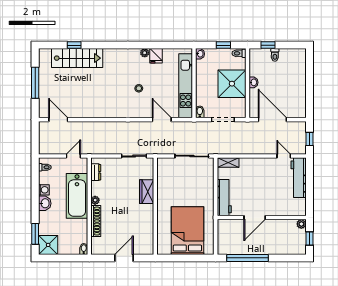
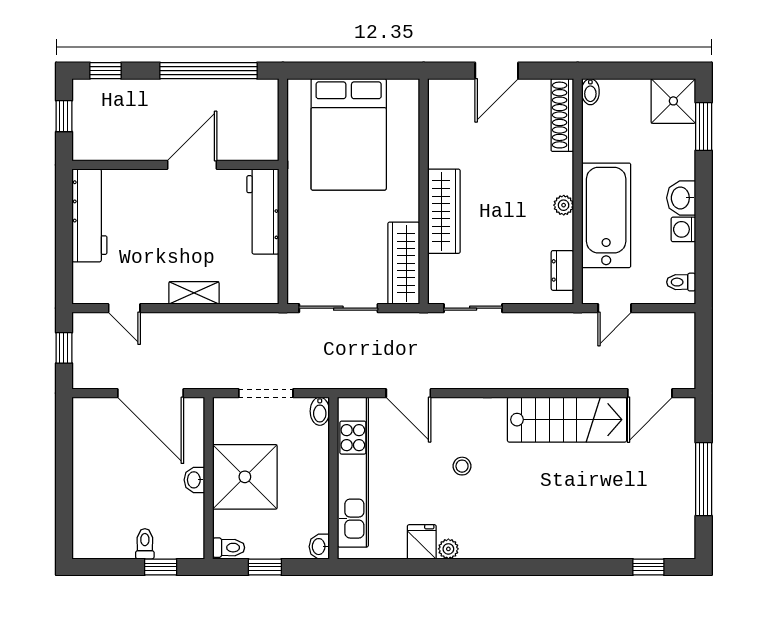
window: (74, 45) -> (648, 567), moved
stairs: (77, 58) -> (567, 420), moved, turned 180
door: (58, 120) -> (650, 393), hinge flipped
shelving: (228, 163) -> (194, 293), moved
wardrobe: (164, 175) -> (404, 263), added
workbench: (299, 178) -> (89, 215), moved
wardrobe: (147, 192) -> (444, 211), width x1.50
shoe rack: (96, 221) -> (562, 115), moved
plant: (301, 224) -> (83, 150), removed
window: (292, 258) -> (105, 71), added

